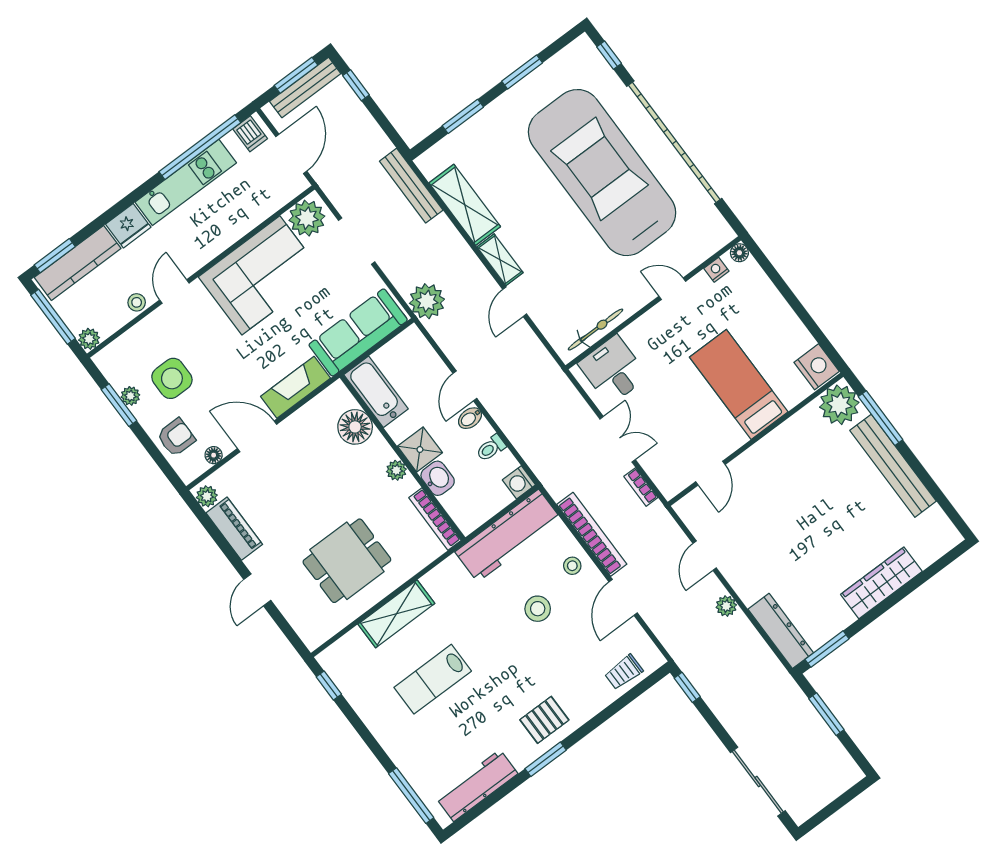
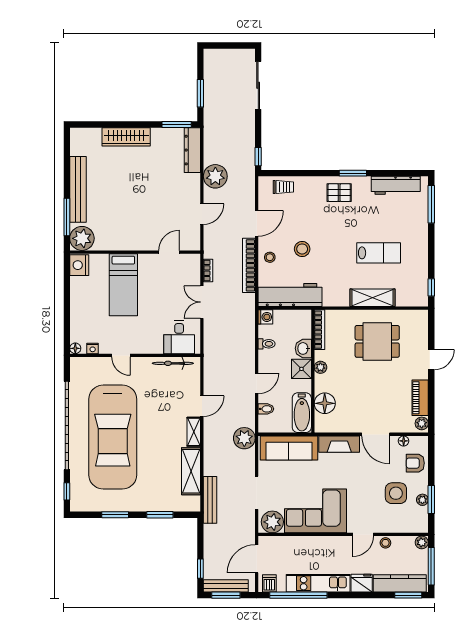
bidet: (470, 418) -> (266, 409), moved
plant: (726, 606) -> (215, 176), width x1.88, depth x1.88

